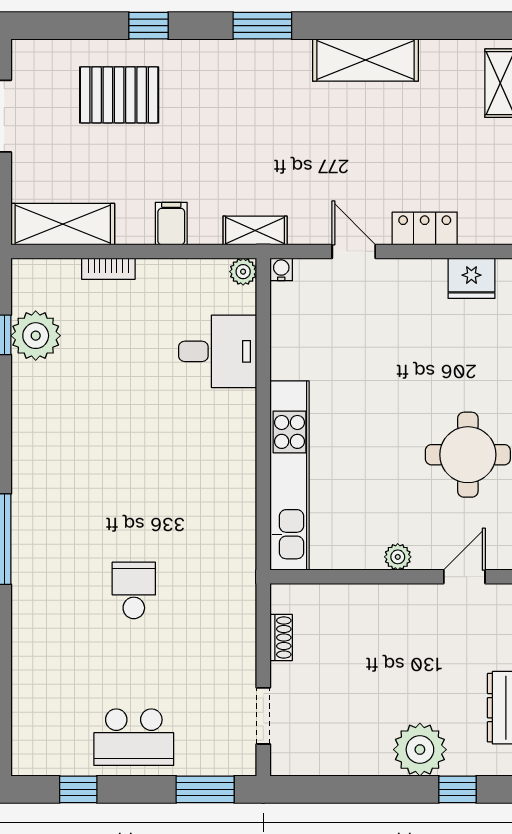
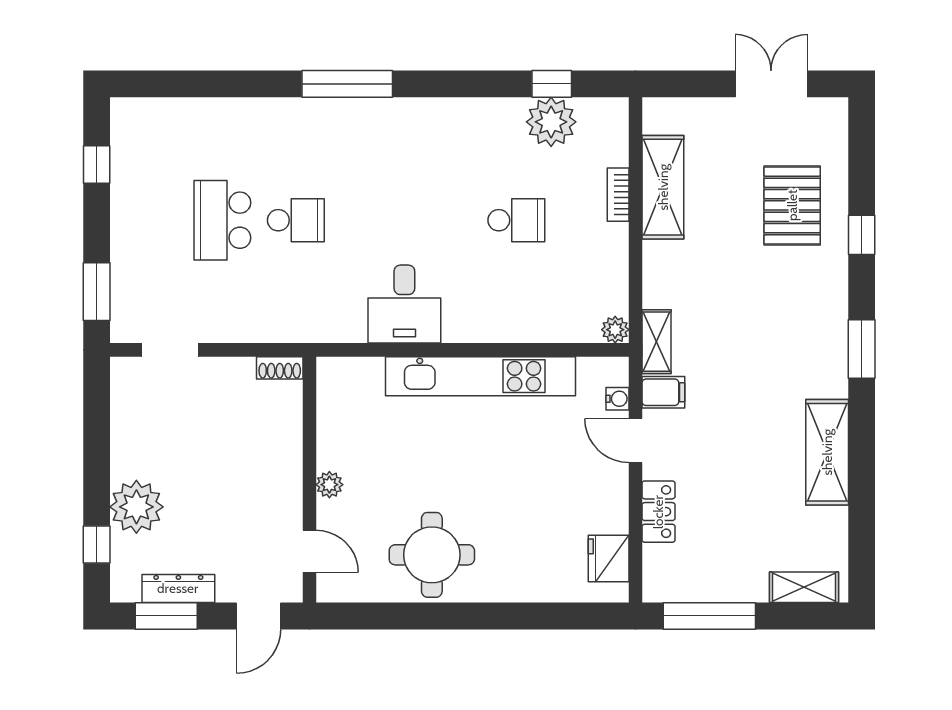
shelving: (63, 224) -> (663, 187), moved
filing cabinet: (171, 224) -> (663, 392), moved
door: (354, 251) -> (635, 441), swing flipped
water cooler: (281, 269) -> (617, 399), moved
desk: (218, 351) -> (404, 304), moved
school desk: (134, 370) -> (516, 220), added
kitchen unit: (289, 475) -> (480, 376), moved
shoe rack: (281, 637) -> (280, 368), moved
school desk: (134, 737) -> (222, 220), moved

